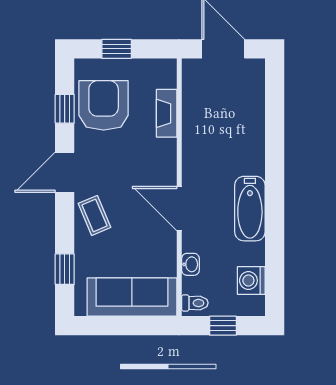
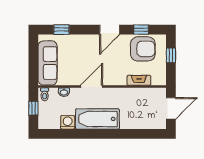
door: (65, 172) -> (110, 30), swing flipped
bathtub: (250, 209) -> (97, 119), width x1.36, depth x1.36
coffee table: (94, 215) -> (88, 44), removed
washing machine: (251, 280) -> (68, 122), moved

